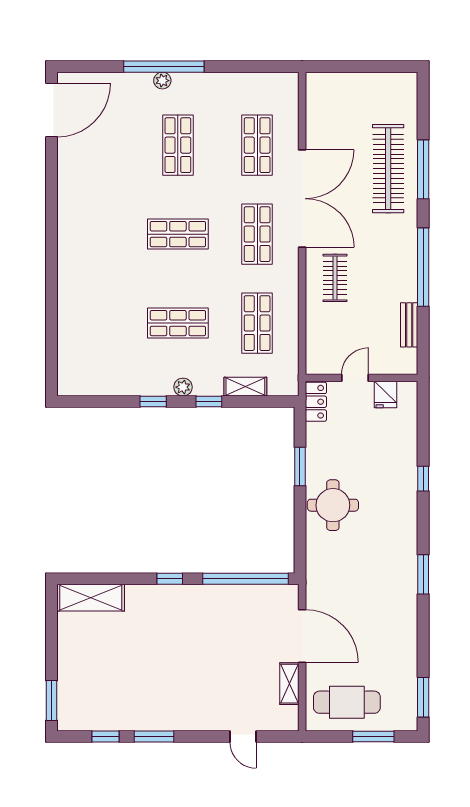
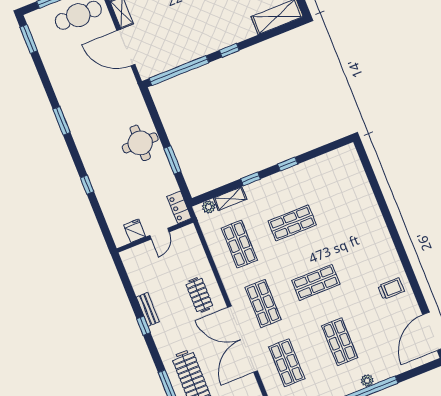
trolley: (84, 187) -> (391, 289), added
window: (423, 267) -> (144, 326), width x0.32
bench: (409, 325) -> (148, 309), moved
plant: (183, 387) -> (209, 207), moved

